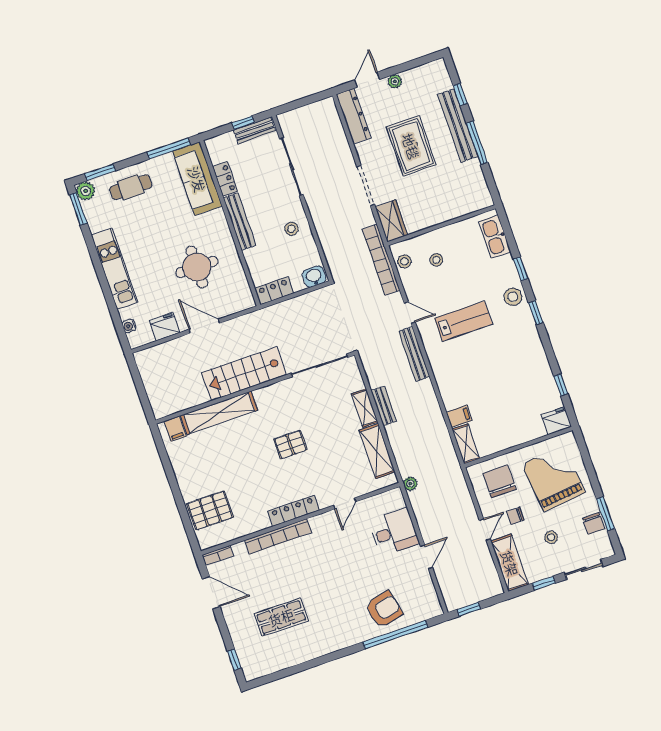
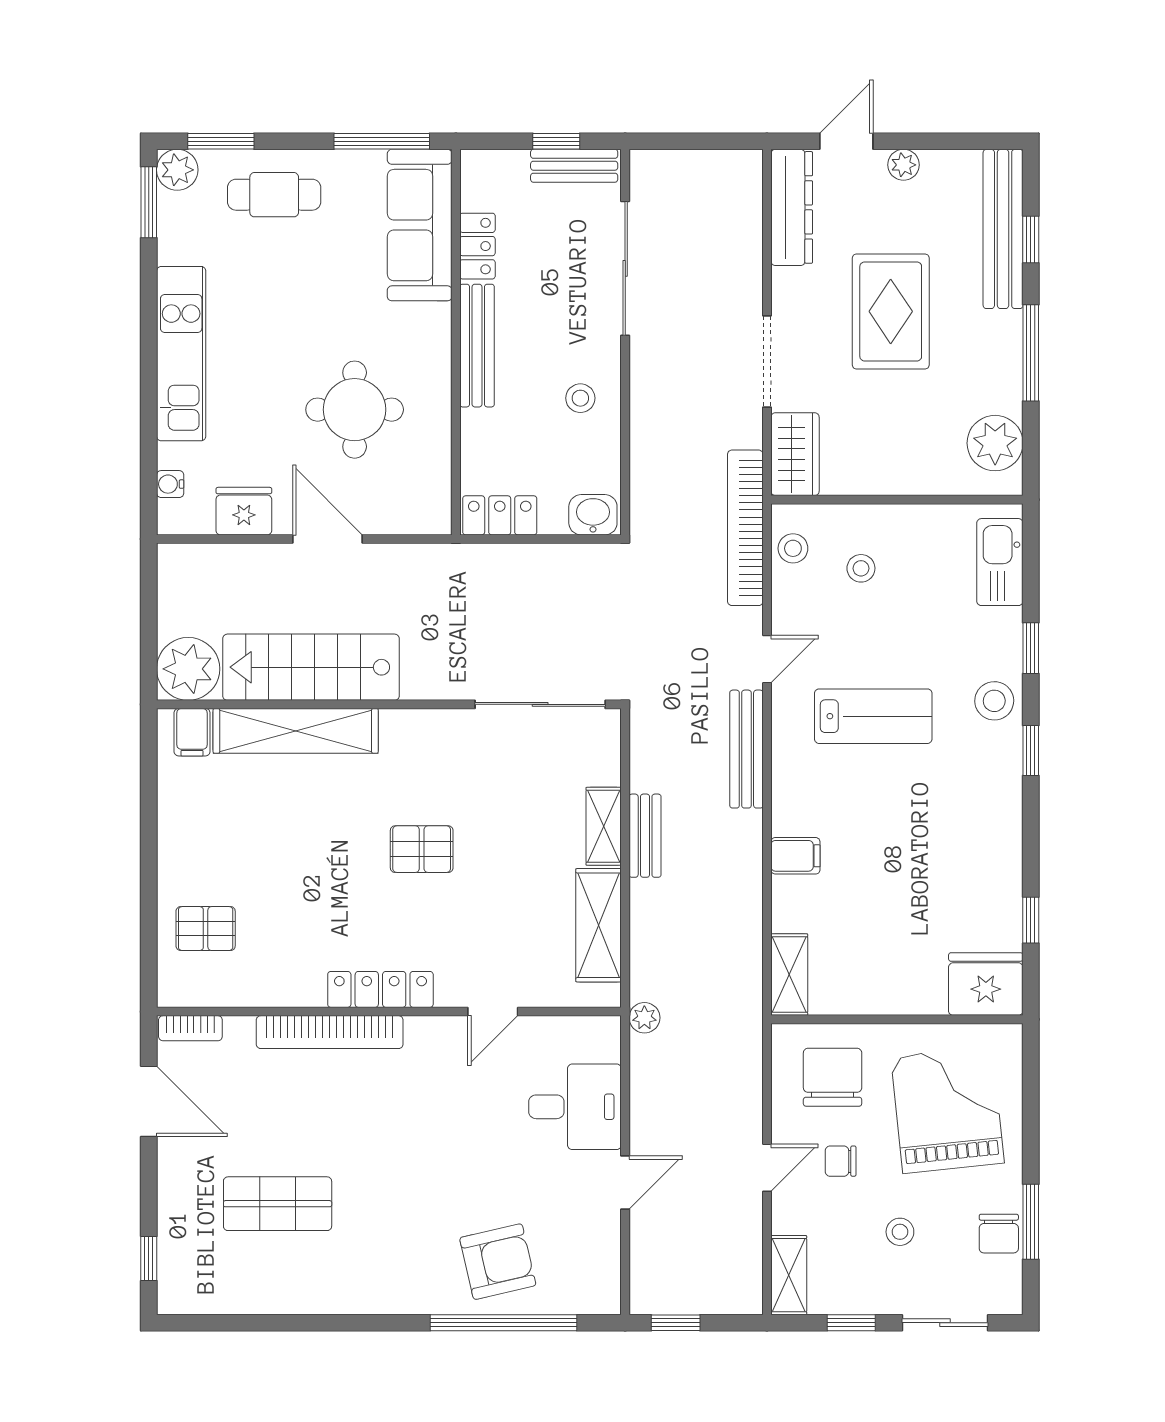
bench: (458, 125) -> (1003, 229), moved
plant: (475, 187) -> (995, 443), added
door: (410, 313) -> (767, 659), hinge flipped
stairs: (244, 374) -> (311, 667), moved
plant: (164, 402) -> (188, 669), added
filing cabinet: (459, 416) -> (795, 856), moved
fridge: (556, 421) -> (986, 984), width x1.36, depth x1.34
pallet: (210, 510) -> (206, 929), width x0.67, depth x0.71
shelving: (510, 563) -> (789, 1275), width x0.67, depth x0.75

